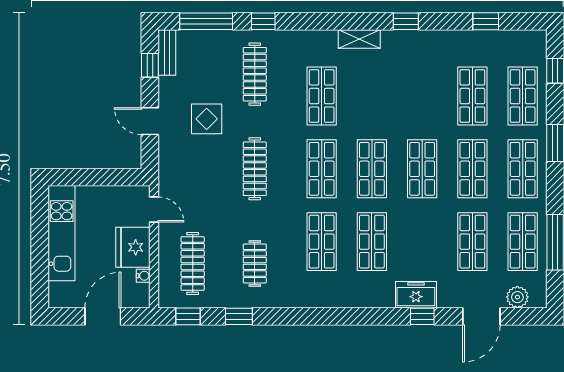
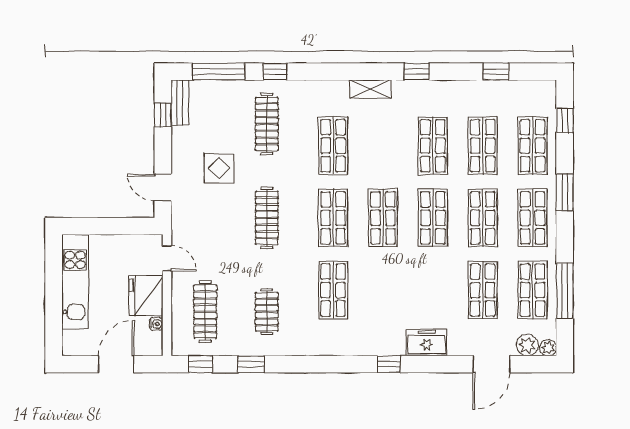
door: (150, 121) -> (163, 187), moved
shop shelf: (372, 242) -> (433, 146), moved
plant: (538, 300) -> (548, 348), added
window: (422, 316) -> (389, 364), moved

